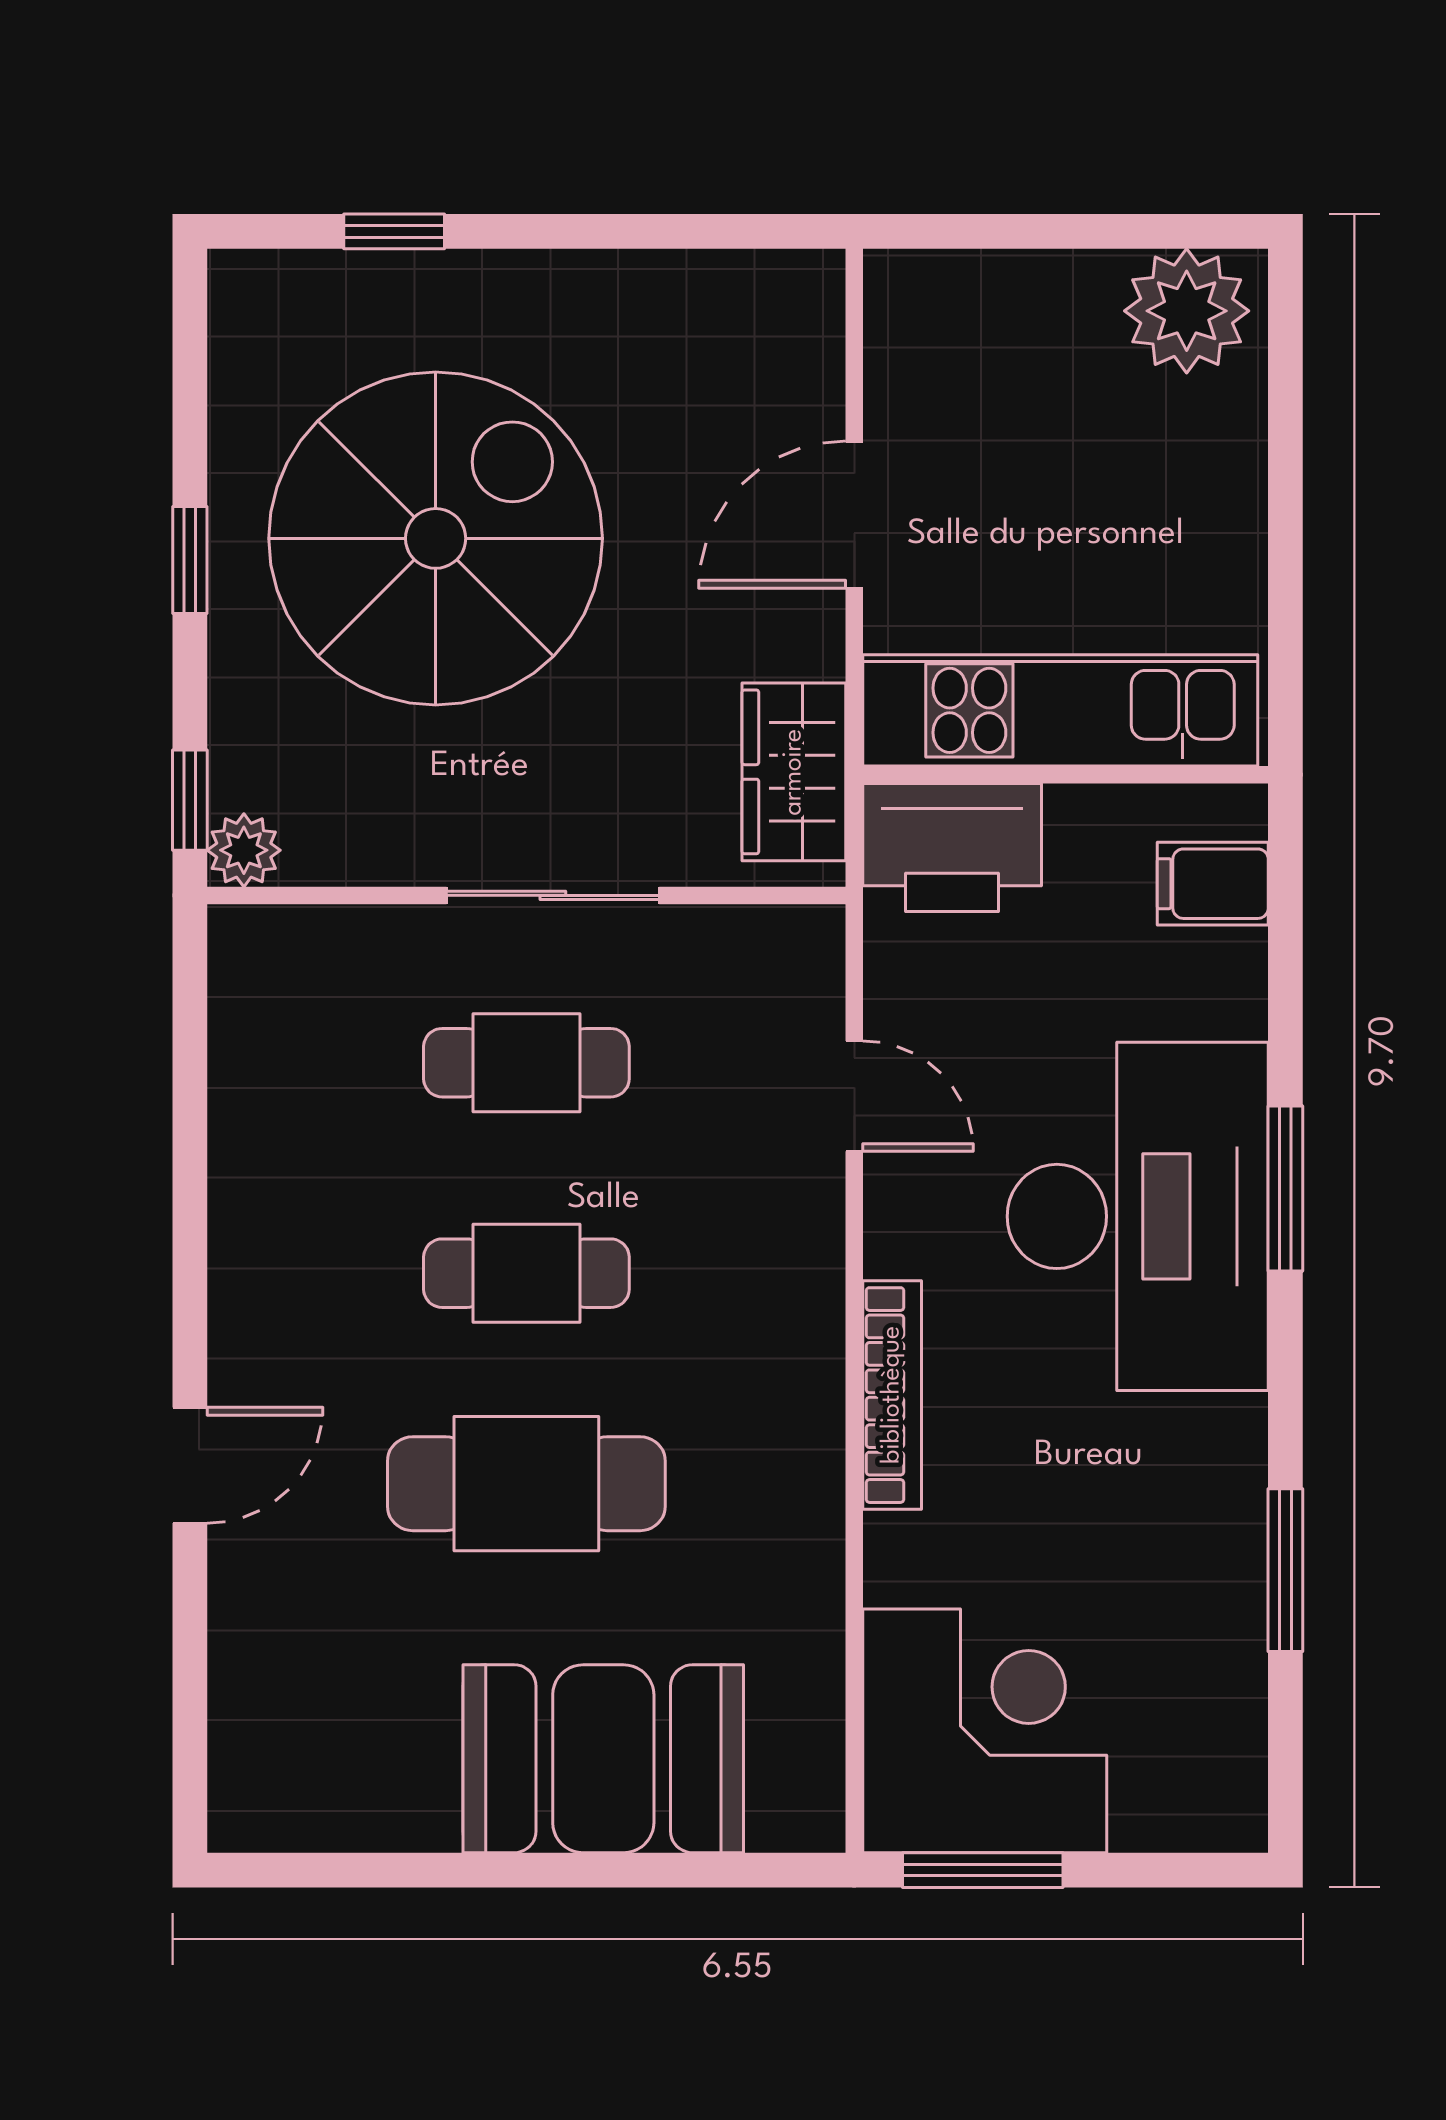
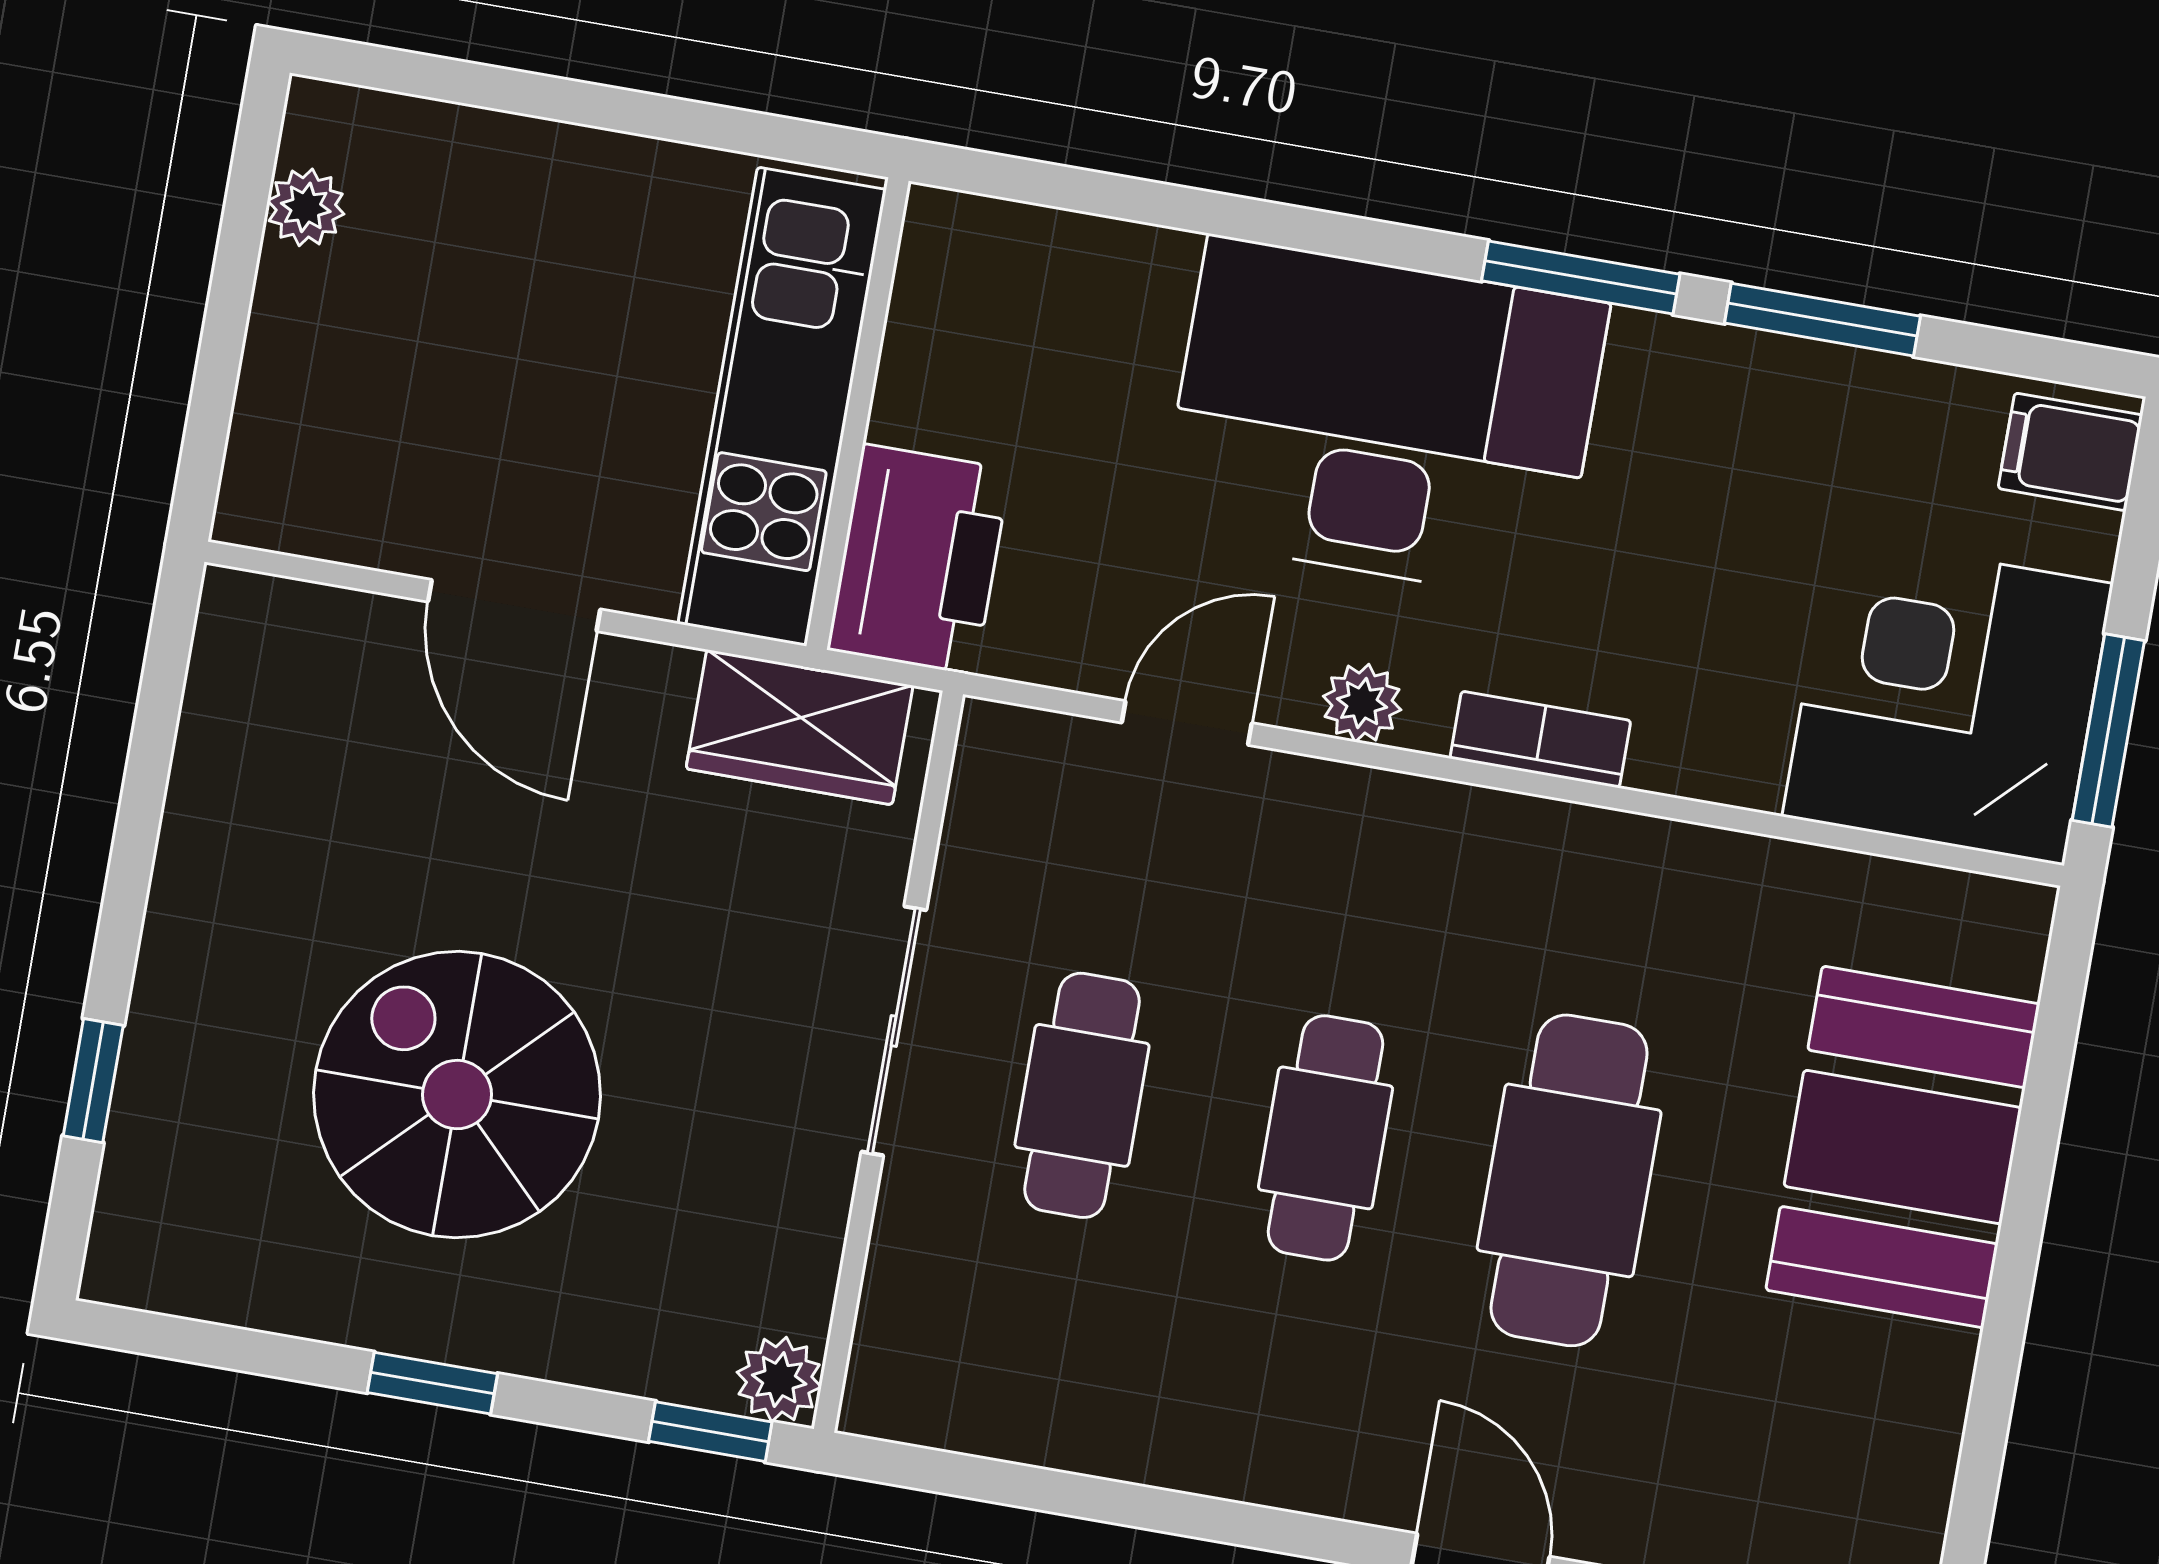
plant: (1187, 311) -> (306, 207), width x0.53, depth x0.53
spiral stairs: (436, 538) -> (457, 1095), width x0.73, depth x0.73
filing cabinet: (1213, 884) -> (2070, 452), moved, turned 90
window: (1285, 1189) -> (1581, 277), moved
plant: (896, 1240) -> (1362, 703), added
bookcase: (892, 1395) -> (1540, 739), width x0.64

